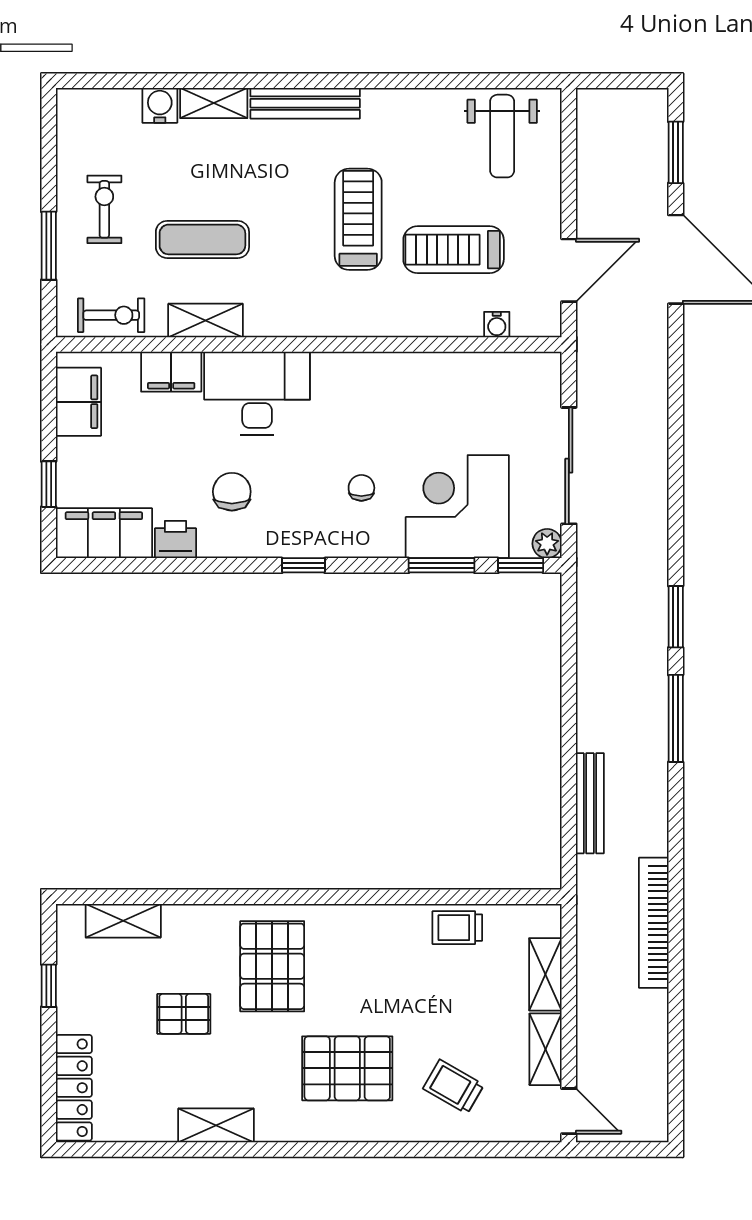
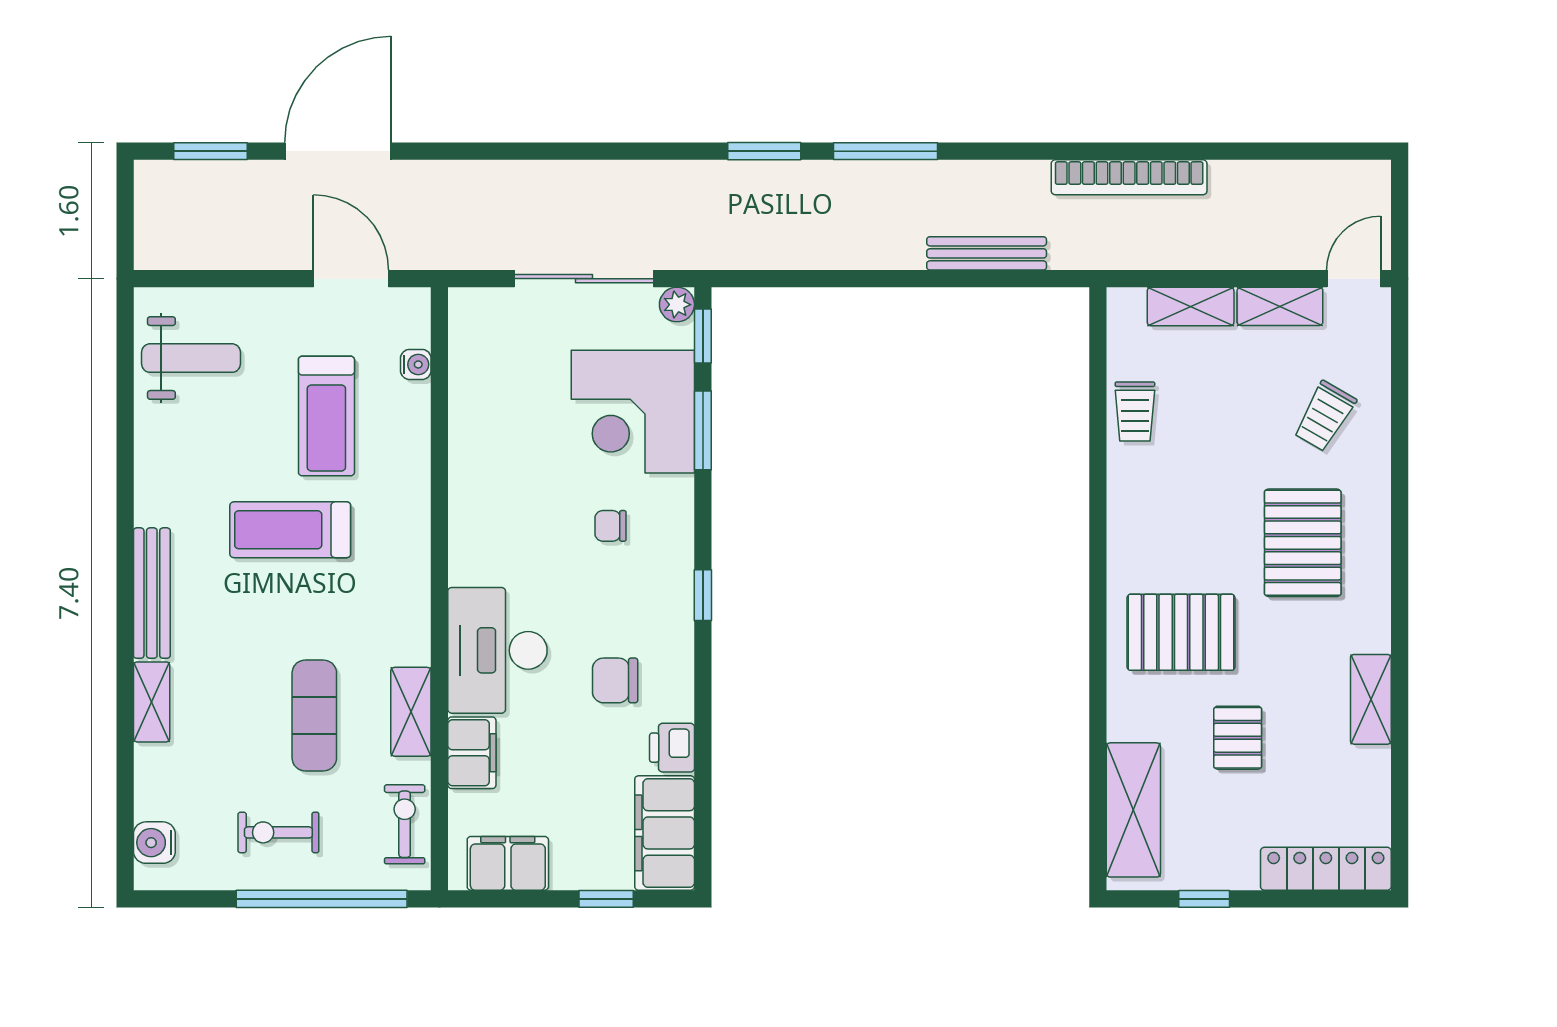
water cooler: (160, 105) -> (154, 843), moved
window: (49, 246) -> (322, 899), width x2.11
shelving: (123, 921) -> (1133, 810), width x1.50, depth x1.33

